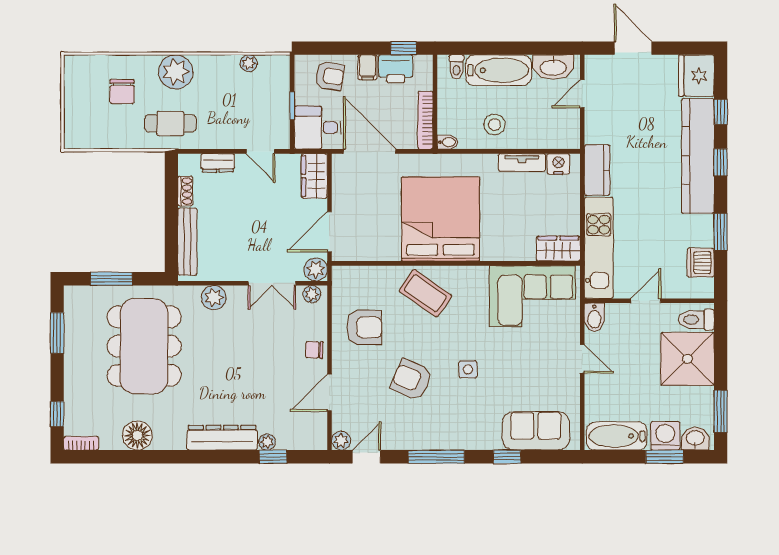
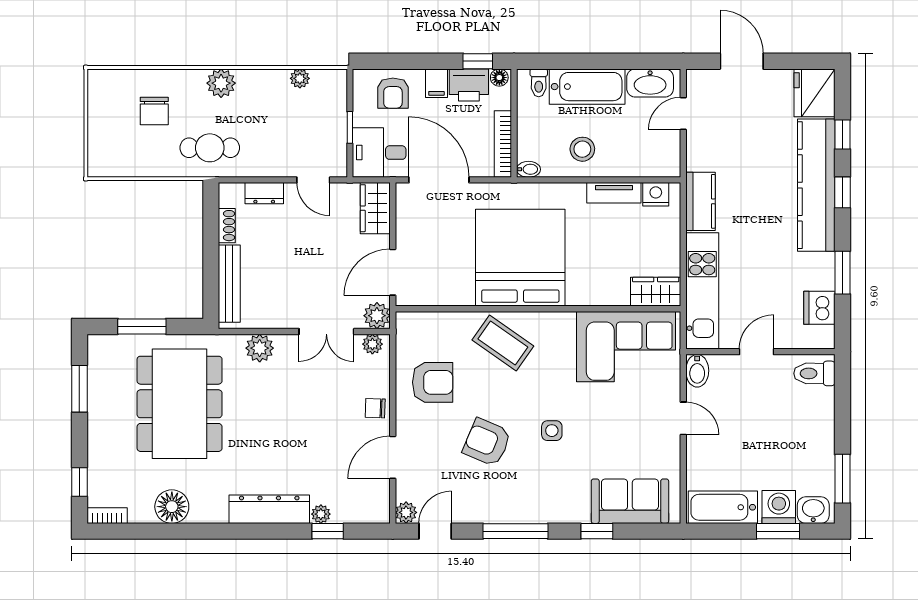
floor lamp: (422, 62) -> (499, 78), added
plant: (176, 72) -> (221, 83), width x0.73, depth x0.73
armchair: (330, 76) -> (393, 93), turned 81
shower: (687, 359) -> (804, 418), removed

